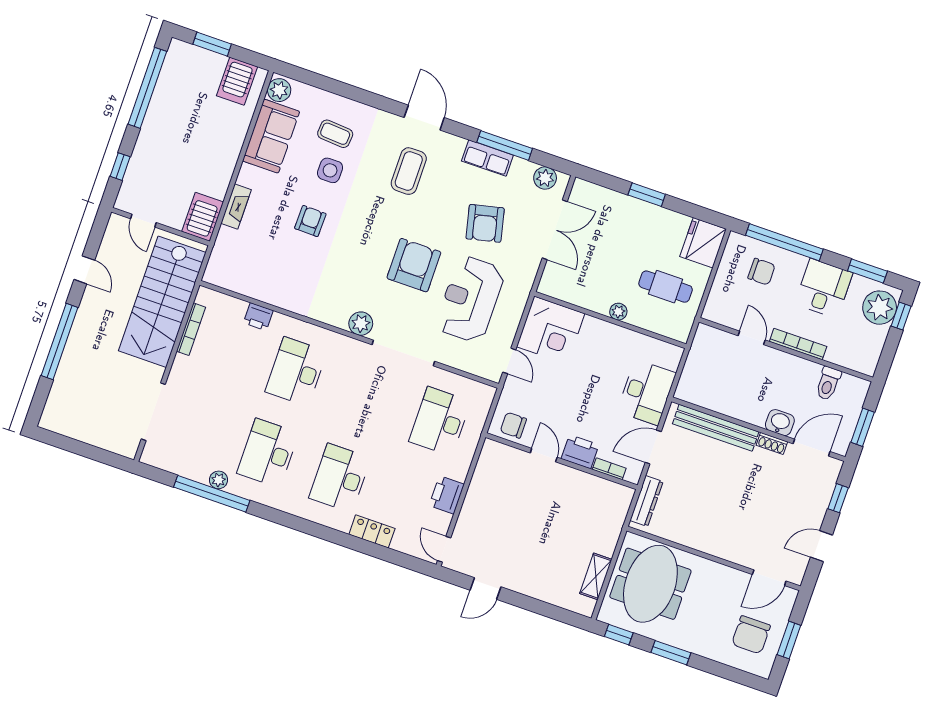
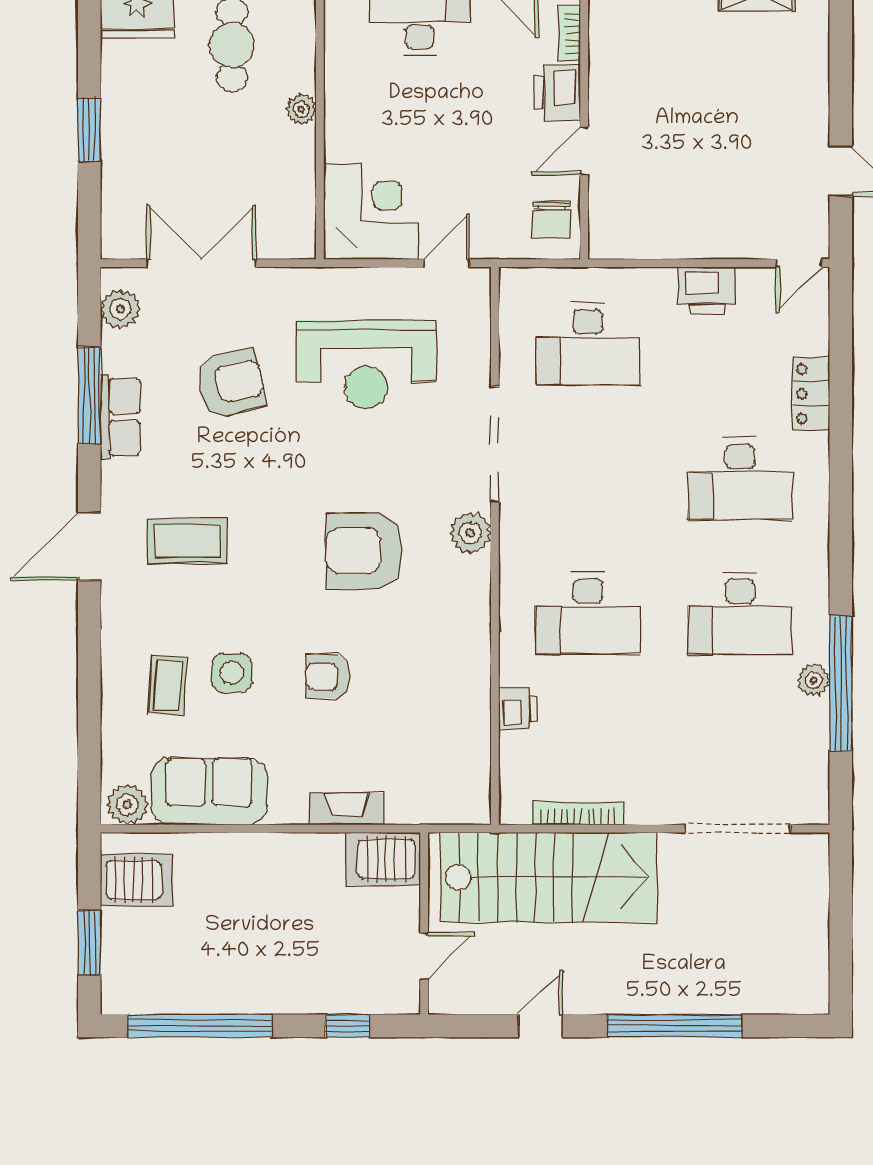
armchair: (414, 265) -> (364, 551), moved

